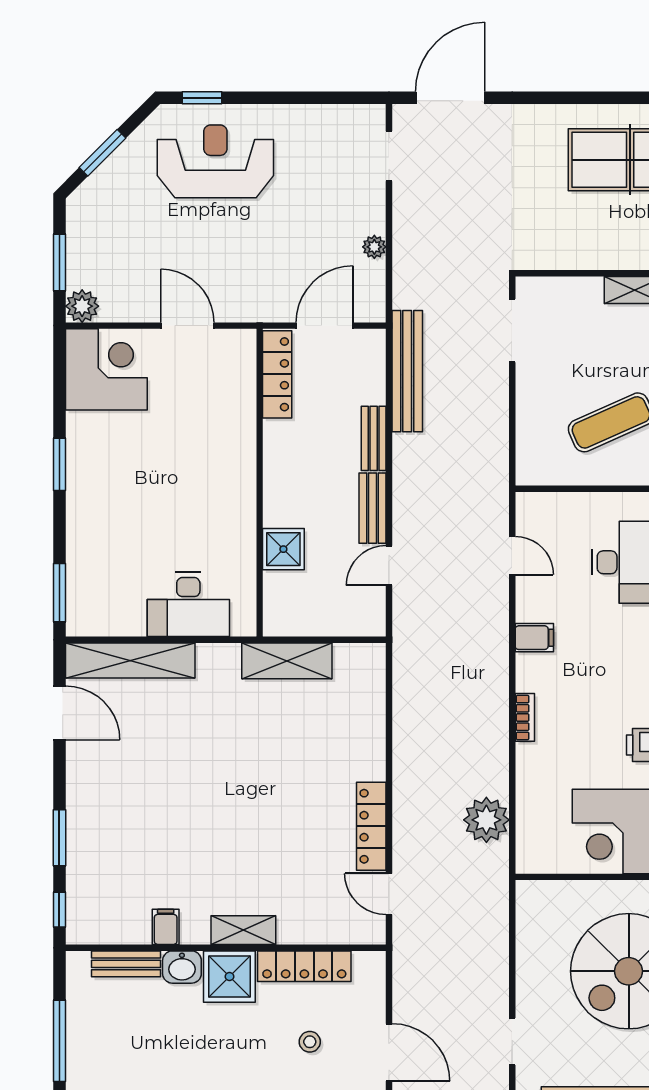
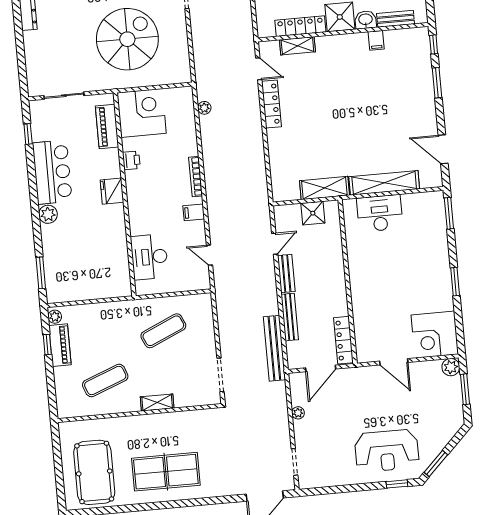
window: (103, 153) -> (436, 463), moved
bench: (374, 438) -> (290, 317), width x1.36
shower: (283, 549) -> (313, 213), moved
shelving: (130, 660) -> (384, 183), moved
bookcase: (525, 717) -> (196, 177), width x1.56
plant: (486, 820) -> (204, 108), width x0.53, depth x0.53
shelving: (243, 930) -> (297, 46), moved

